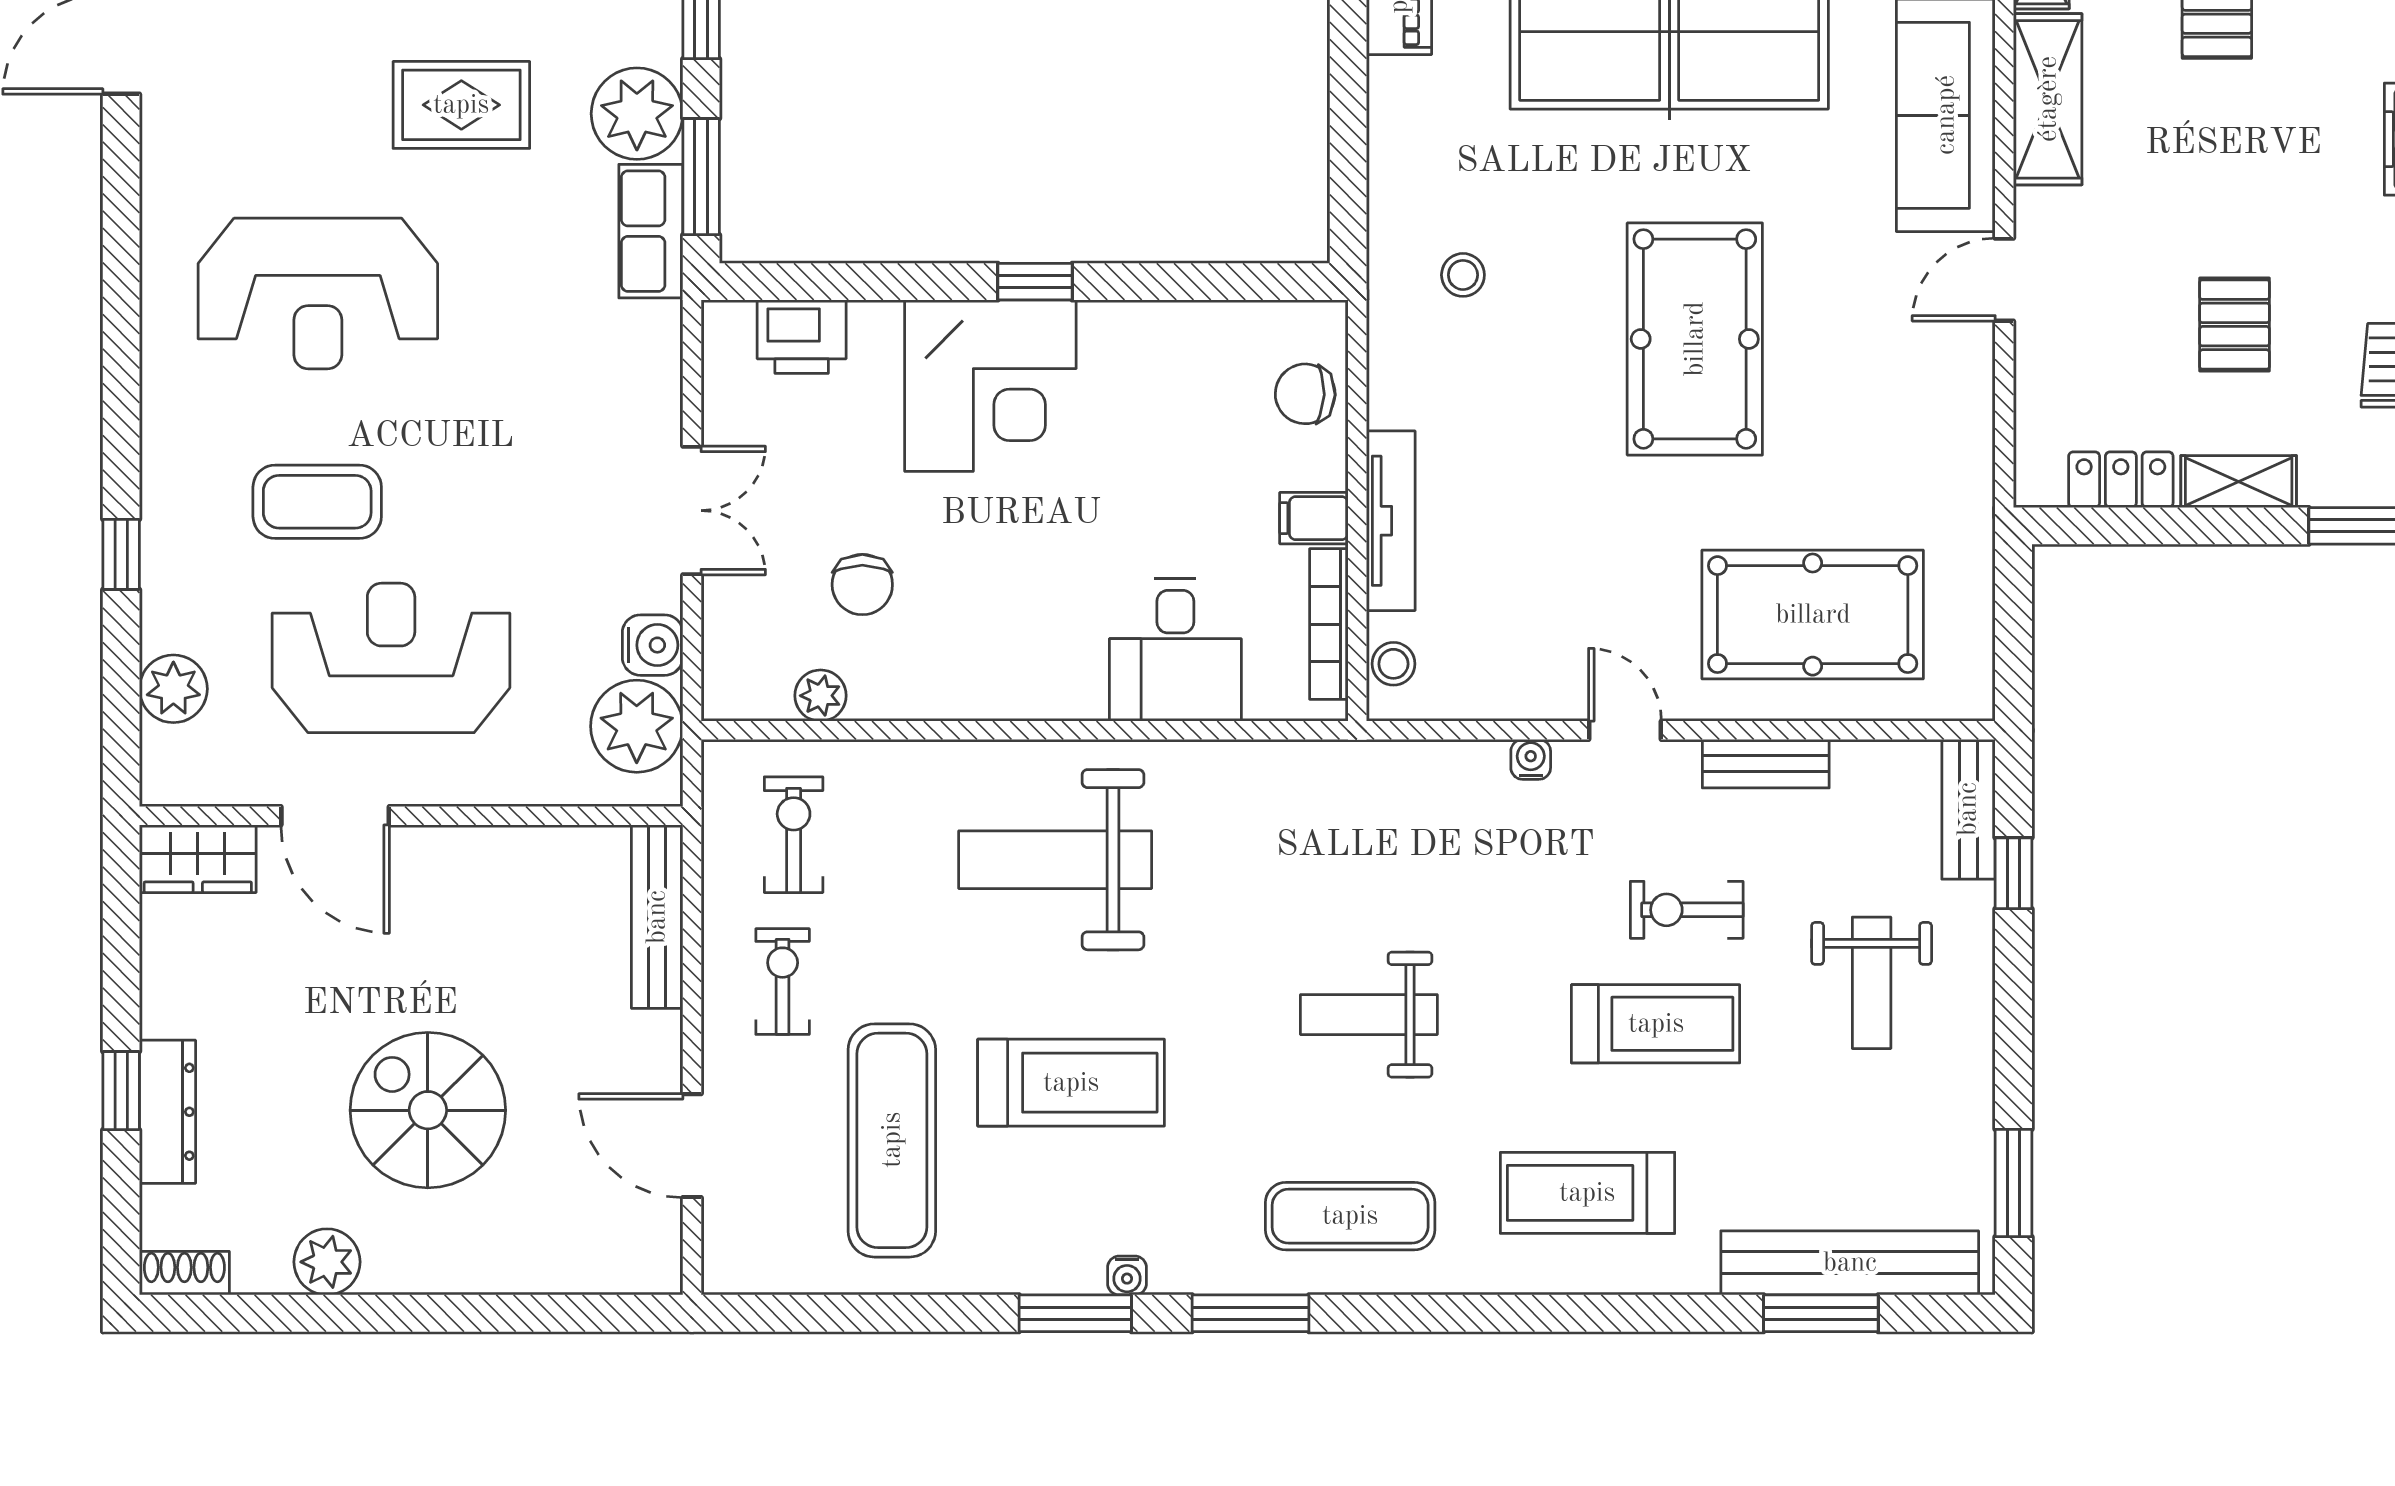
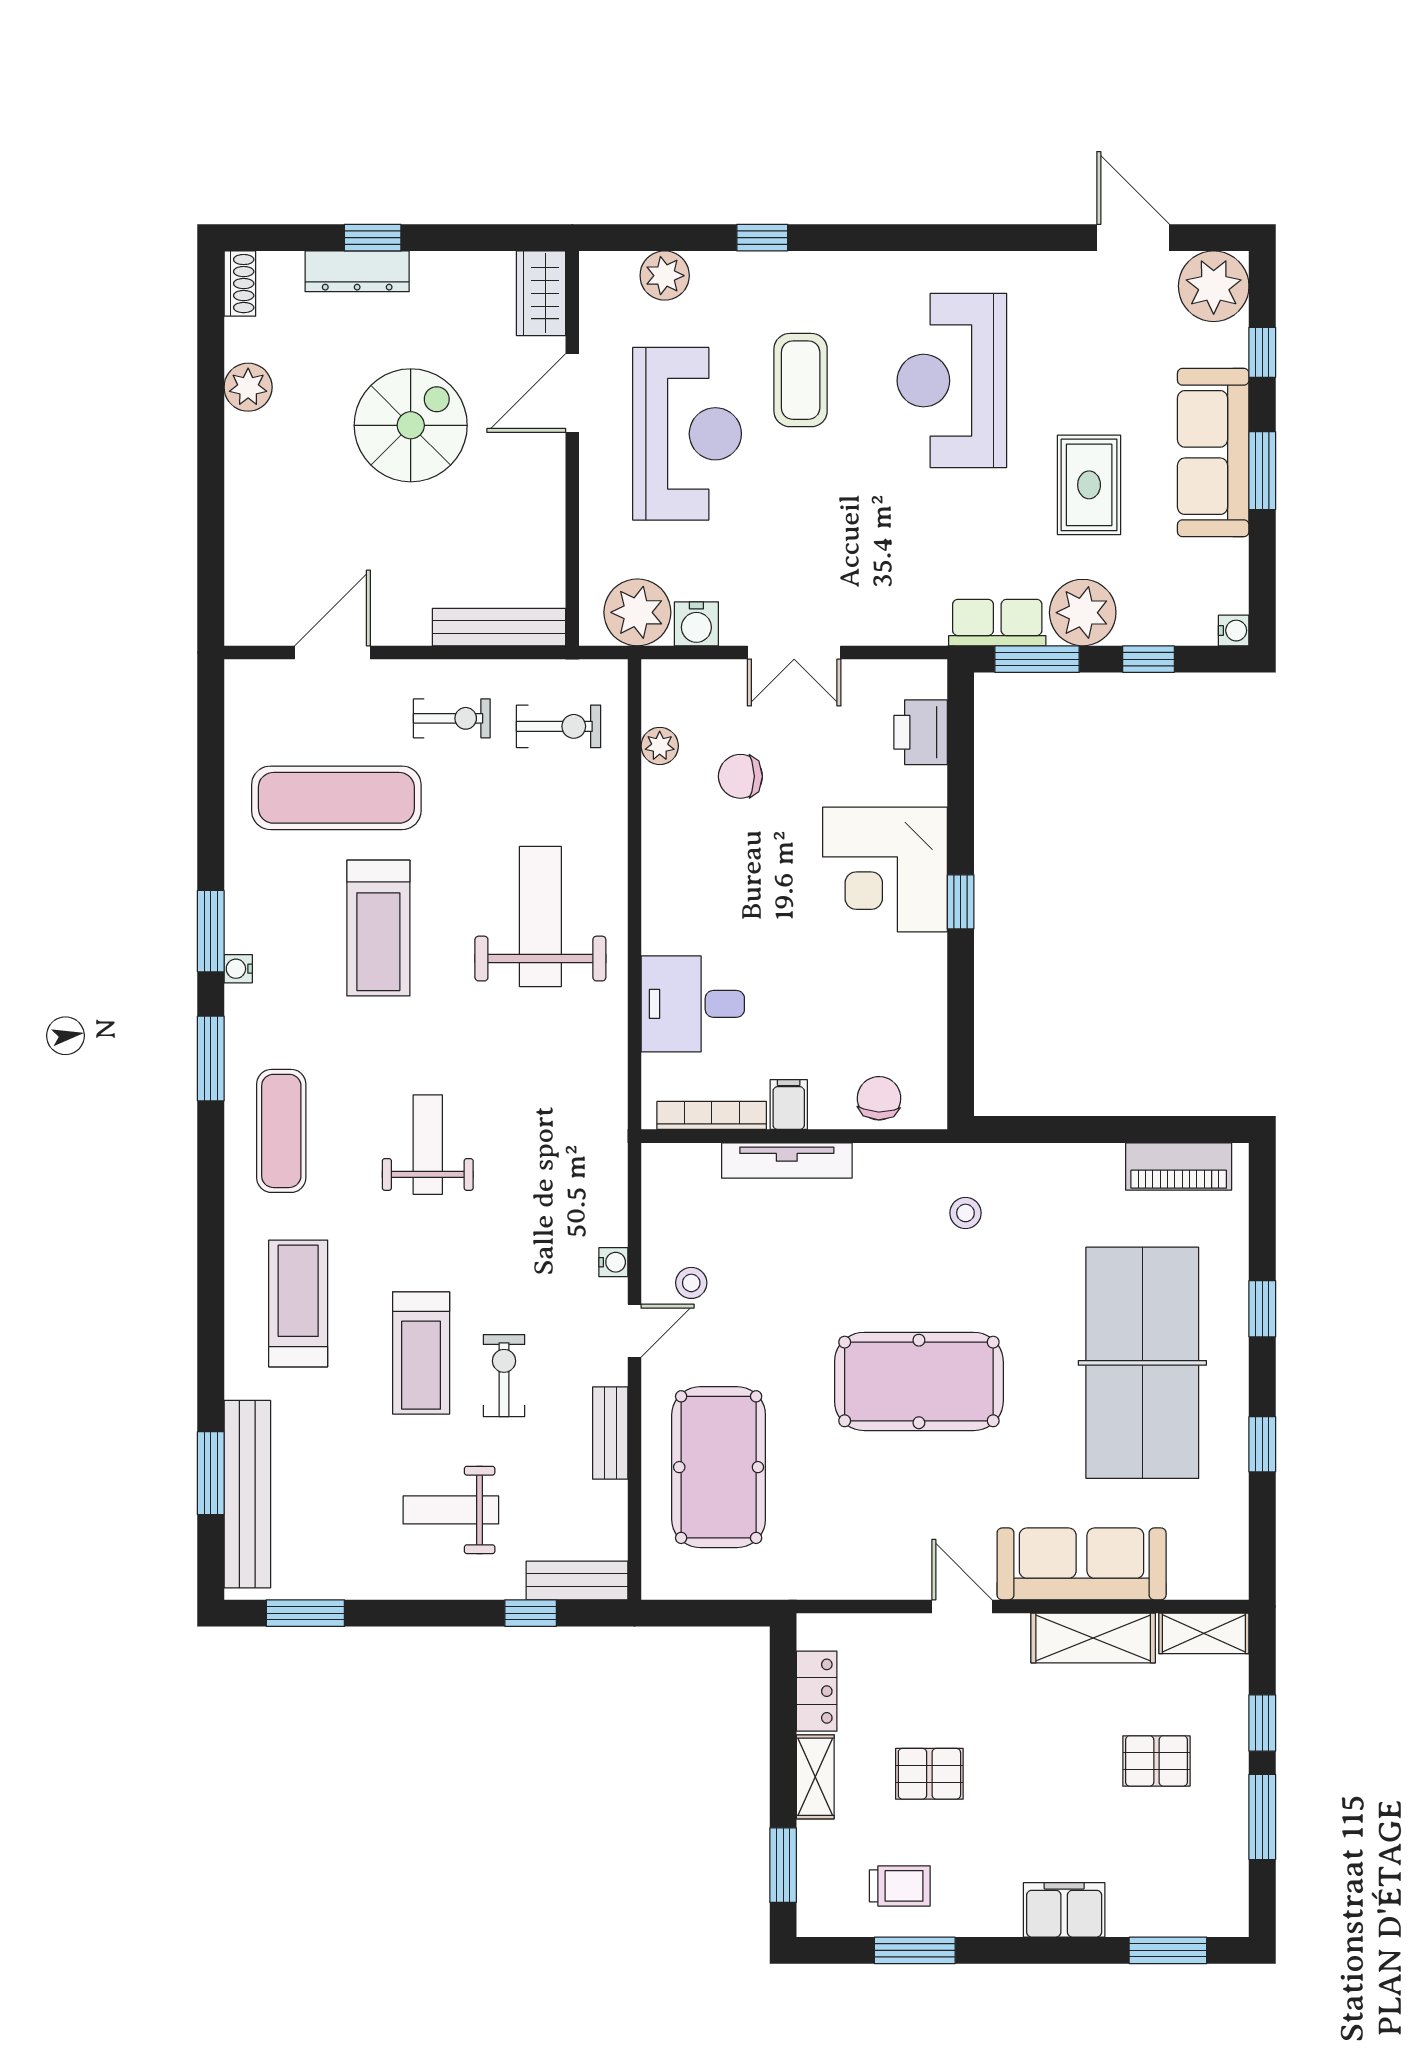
stool: (1393, 664) -> (691, 1283), moved
spiral stairs: (428, 1110) -> (411, 425), moved

